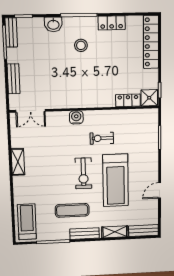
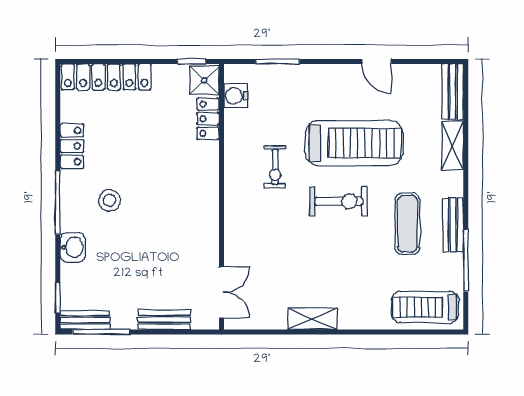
water cooler: (76, 117) -> (236, 96), moved
bench: (85, 234) -> (453, 225), moved

